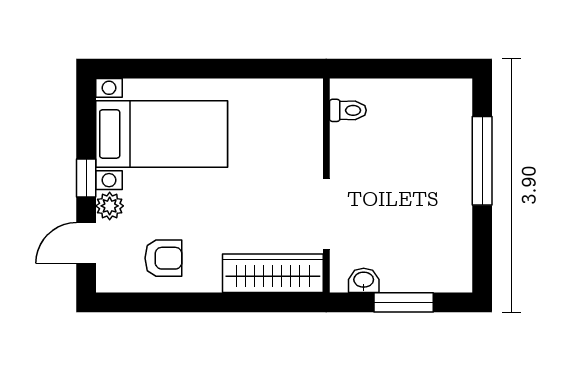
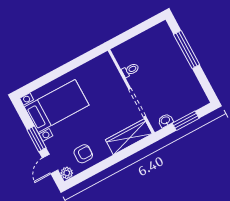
toilet: (348, 110) -> (130, 70), moved
window: (86, 178) -> (37, 139), width x1.50
plant: (110, 206) -> (67, 173), moved

